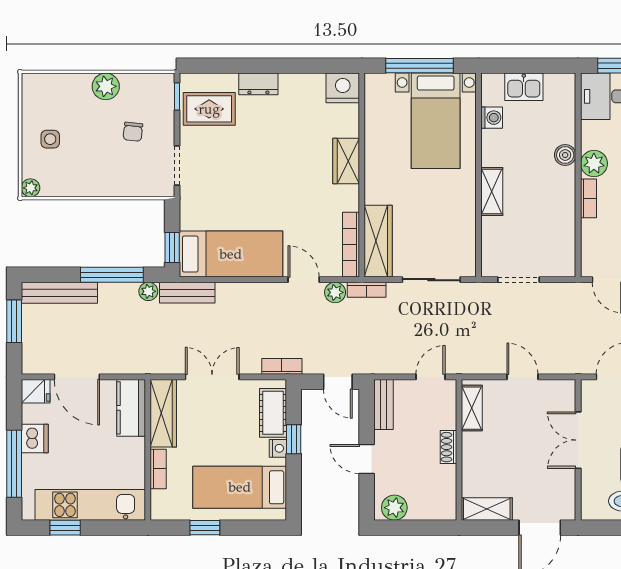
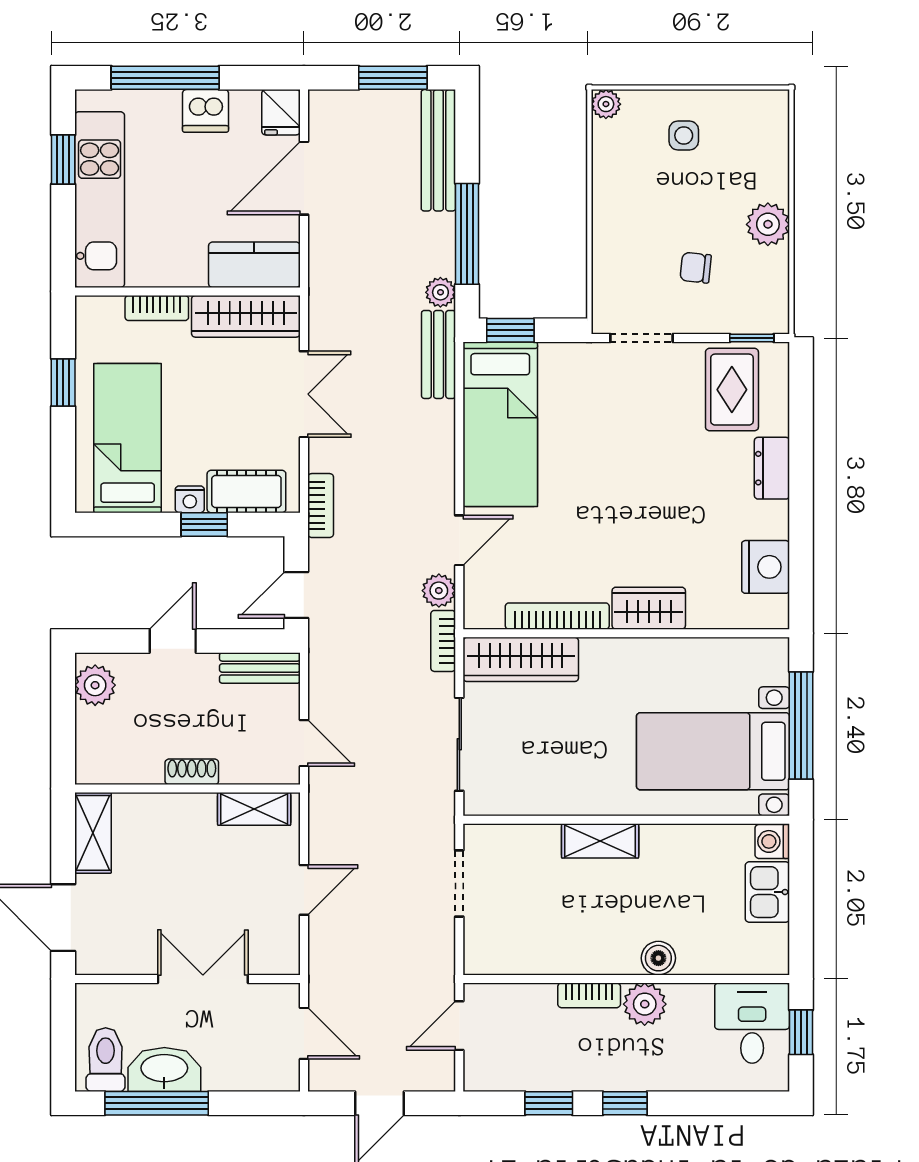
nightstand: (343, 88) -> (766, 567), moved
washing machine: (492, 118) -> (772, 841), moved, turned 90
bookcase: (351, 245) -> (557, 616), moved

